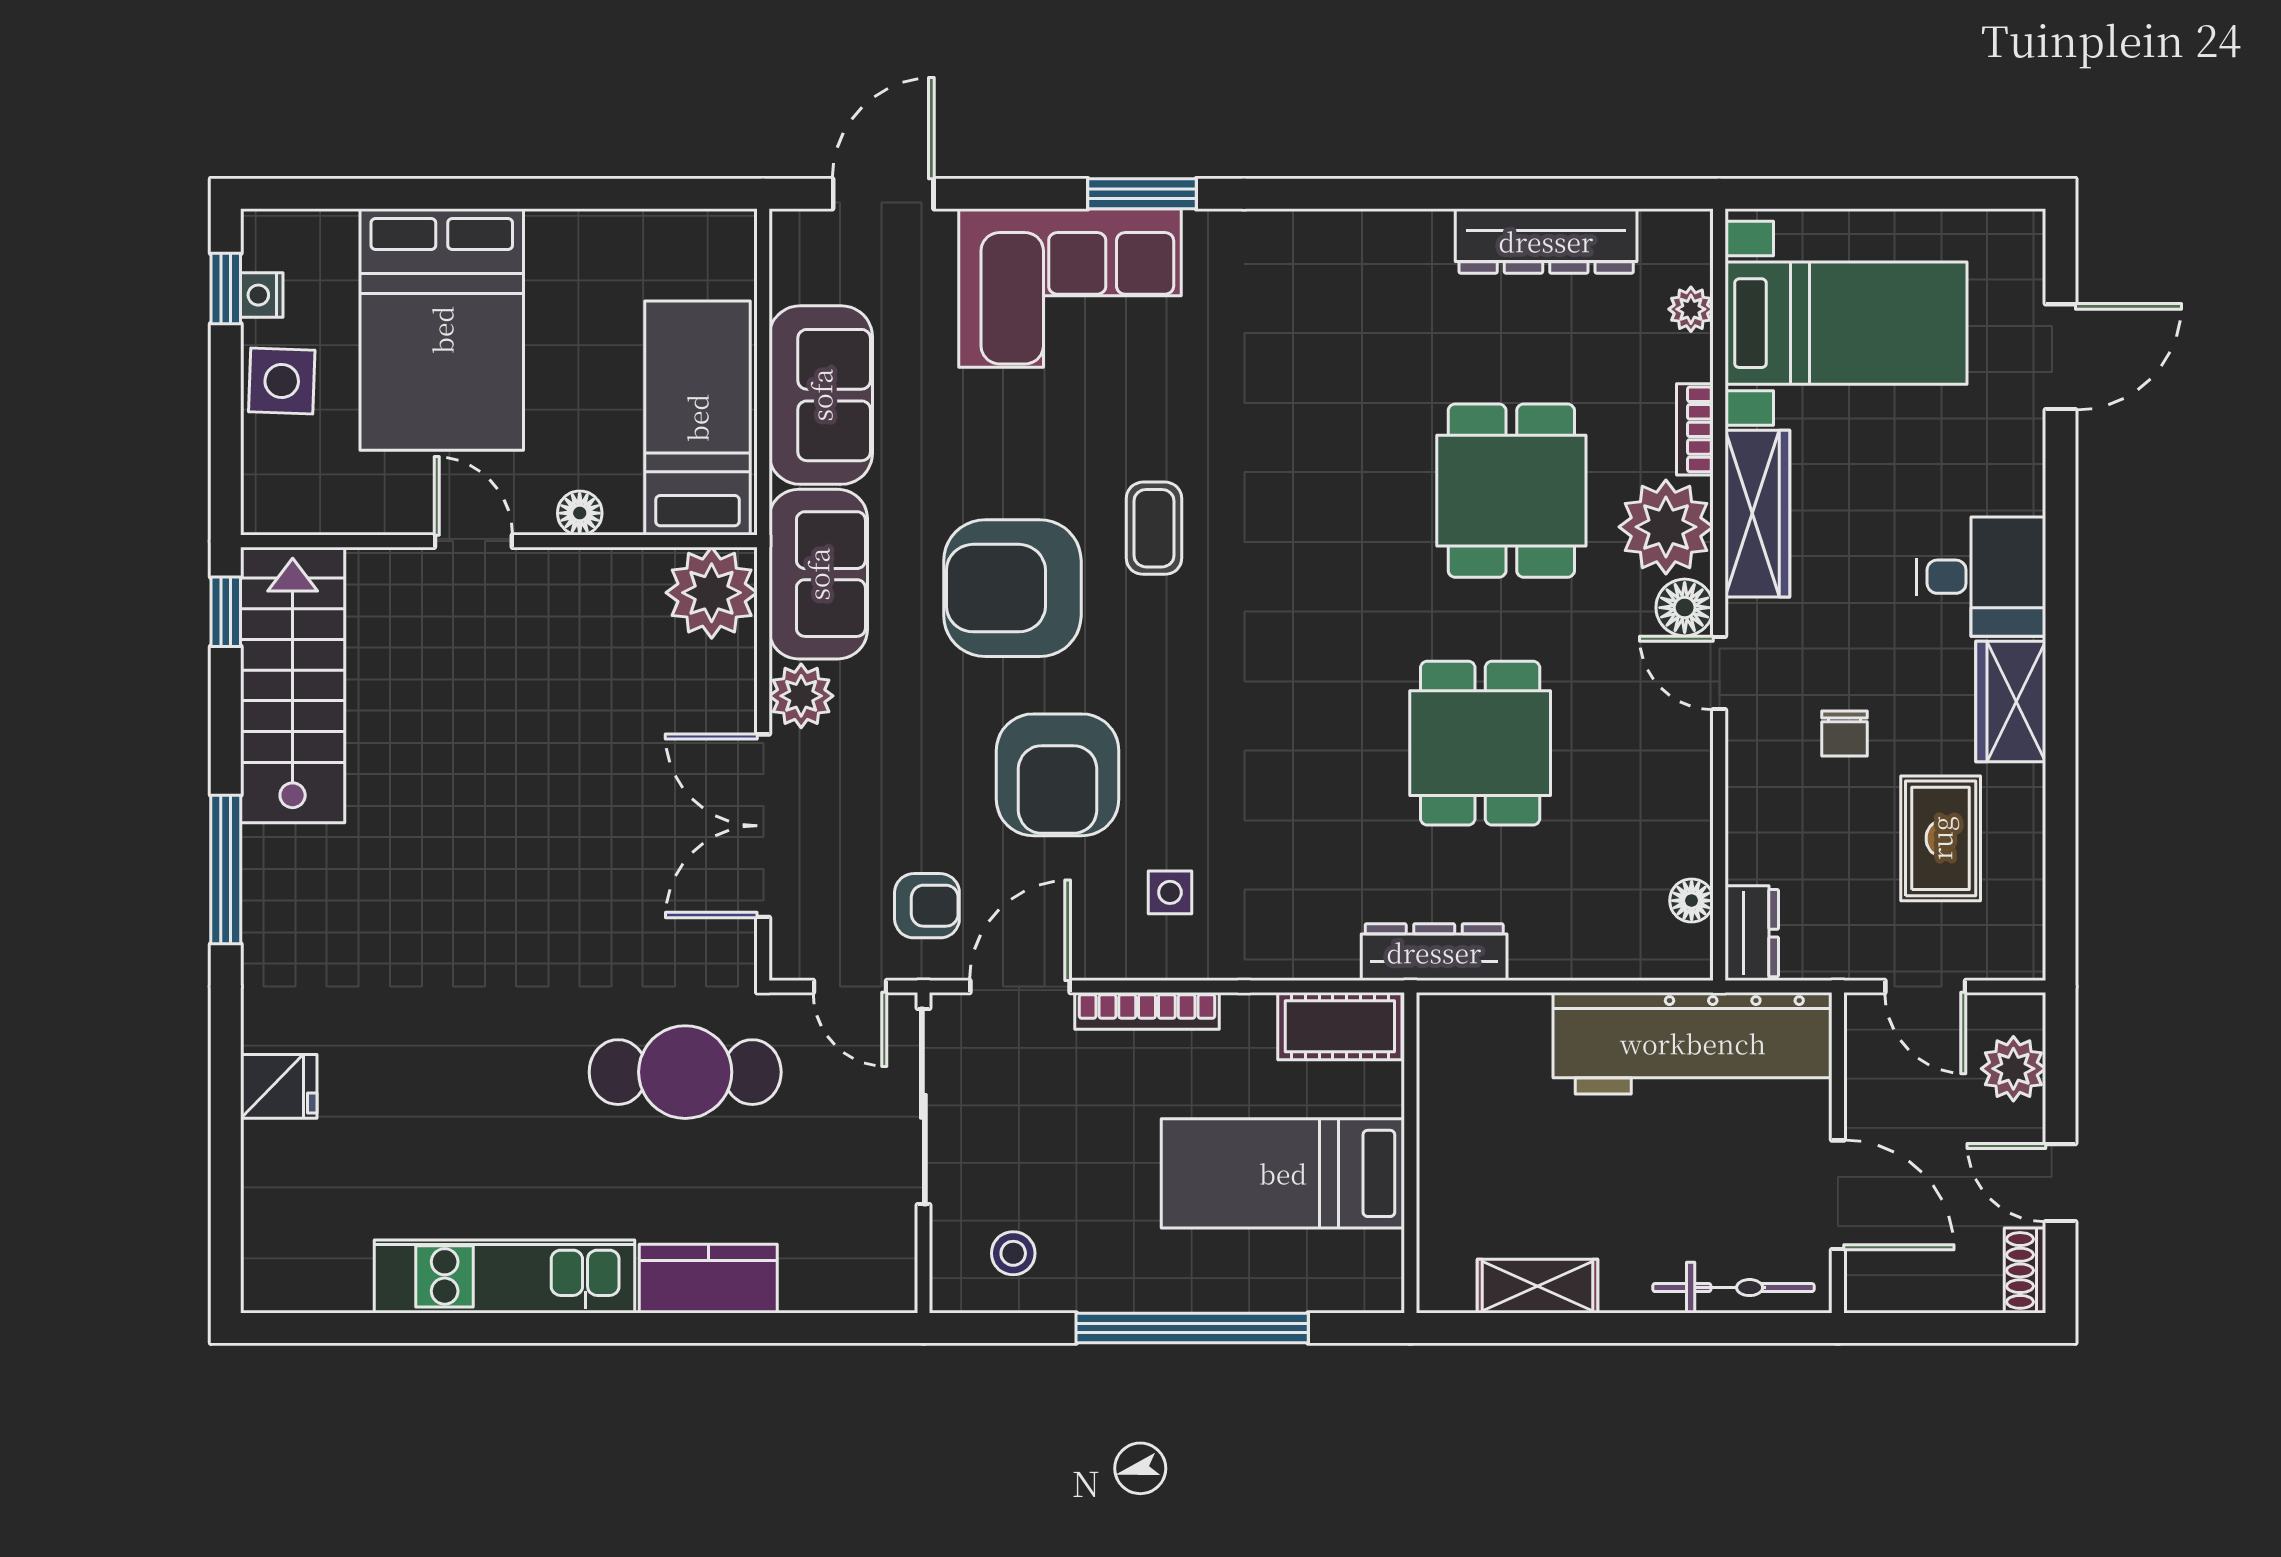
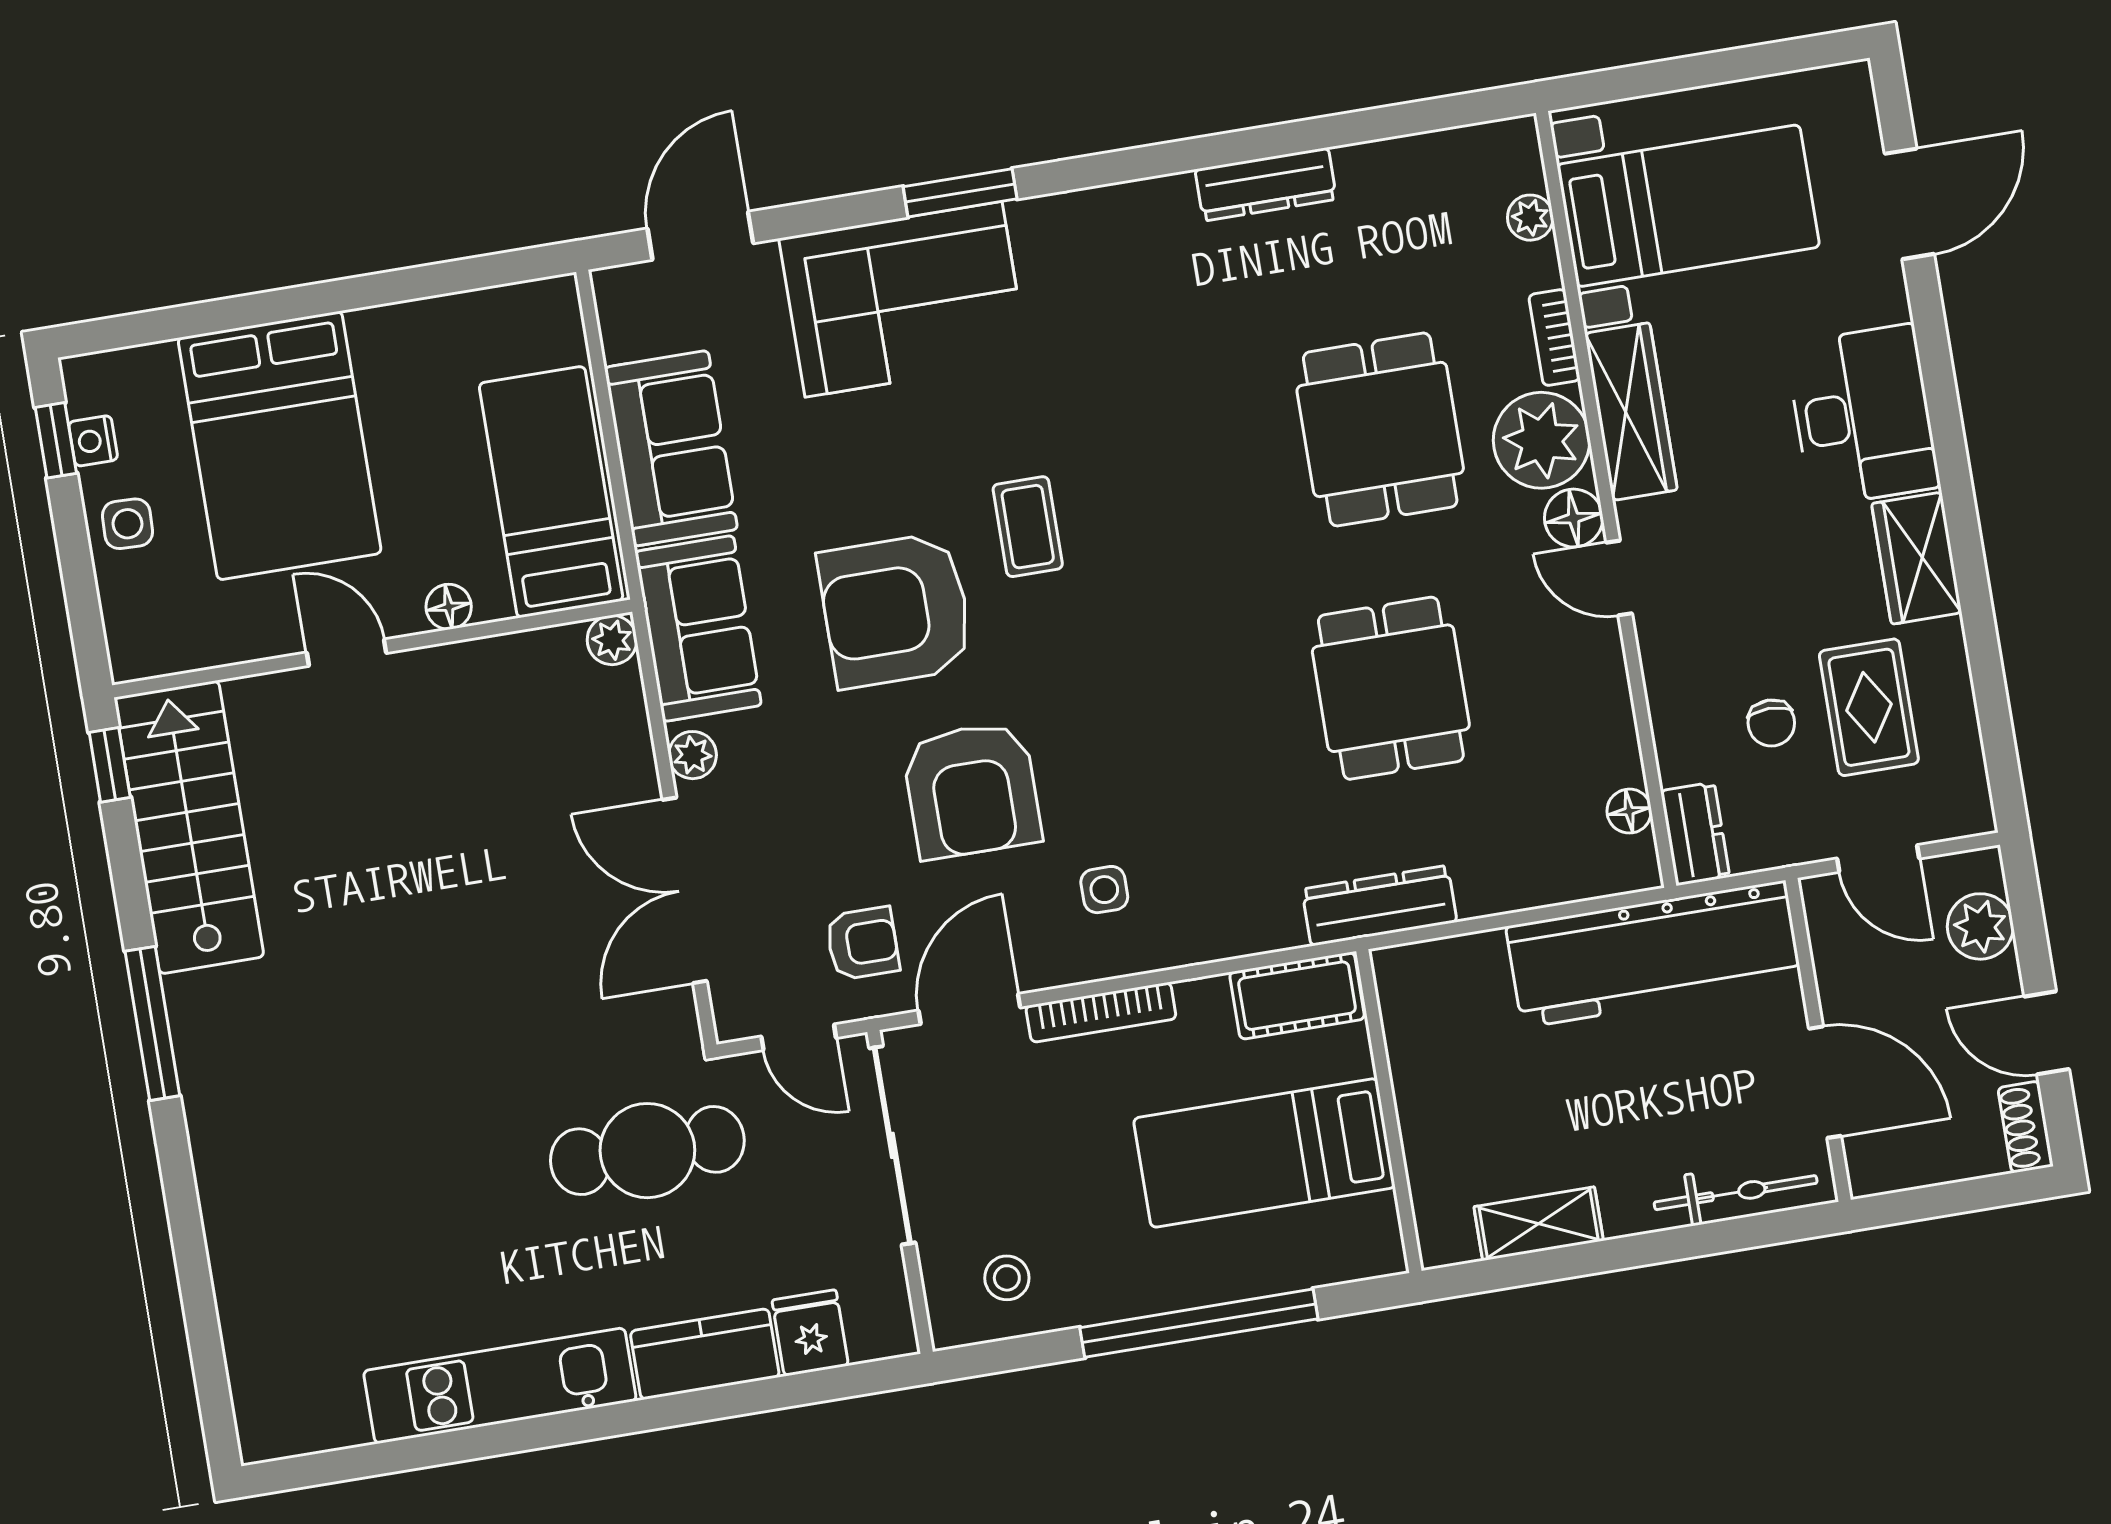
dresser: (1546, 241) -> (1266, 184), moved, width x0.73, depth x0.80
side table: (282, 381) -> (127, 524), width x0.73, depth x0.73
desk: (1981, 577) -> (1863, 415), width x1.37
plant: (712, 593) -> (612, 640), width x0.53, depth x0.53
plant: (801, 696) -> (693, 755), width x0.73, depth x0.73
chair: (1845, 733) -> (1771, 723), moved
fridge: (279, 1086) -> (810, 1333), moved, turned -90

